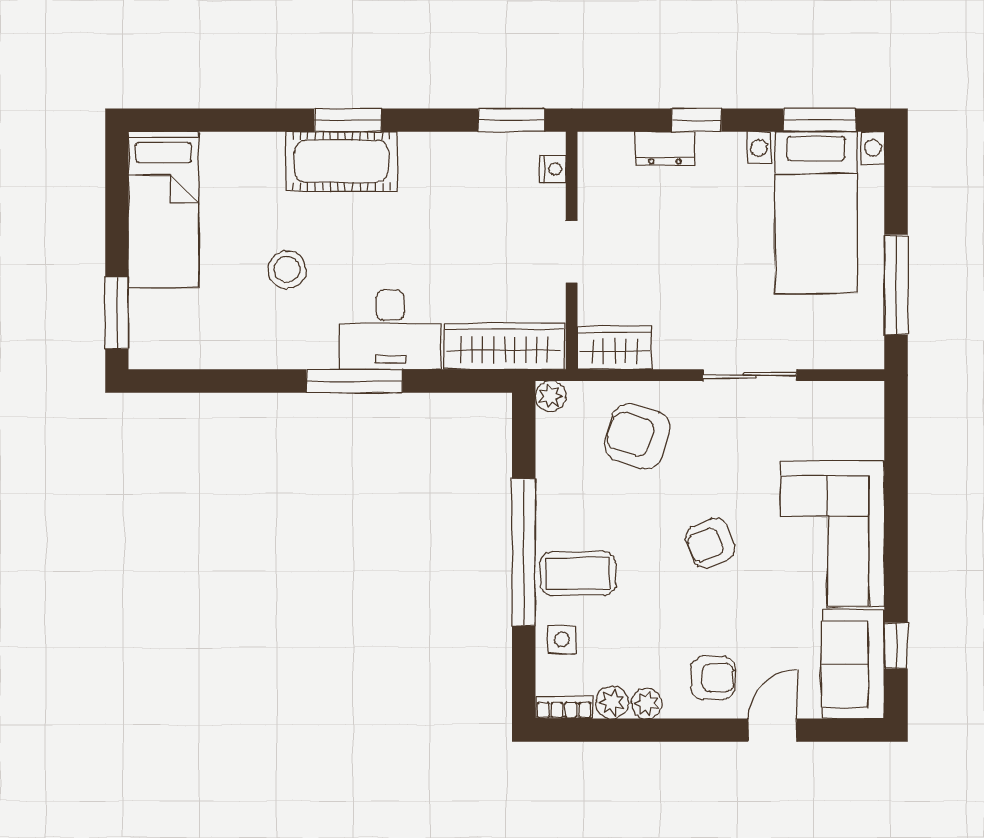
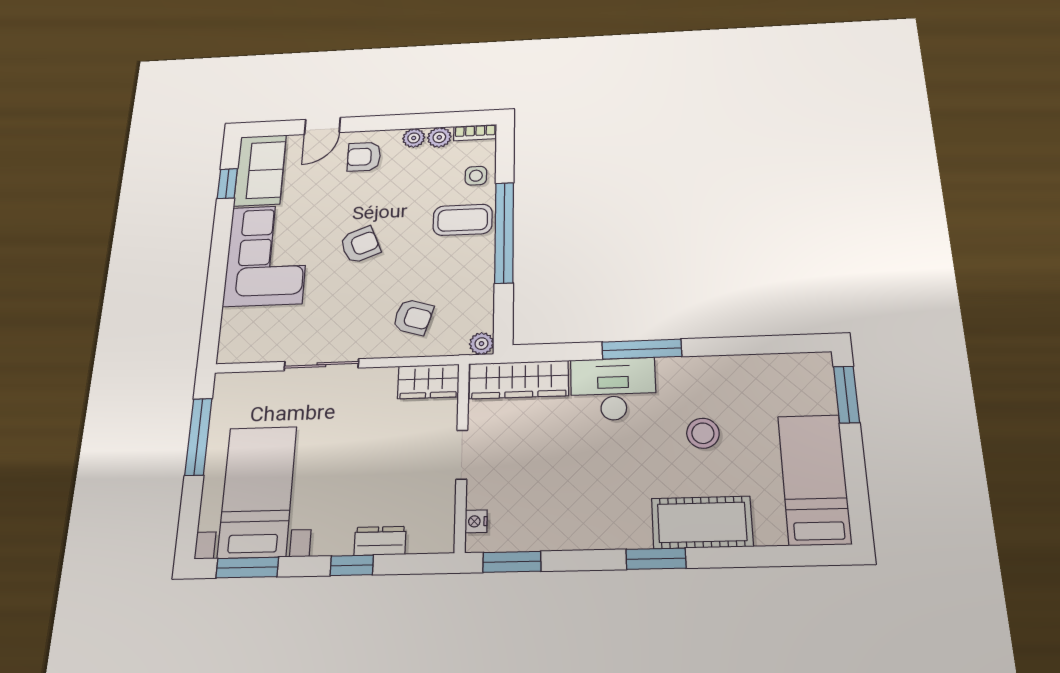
cot: (341, 161) -> (702, 522), moved
armchair: (637, 436) -> (413, 317), width x0.72, depth x0.72

